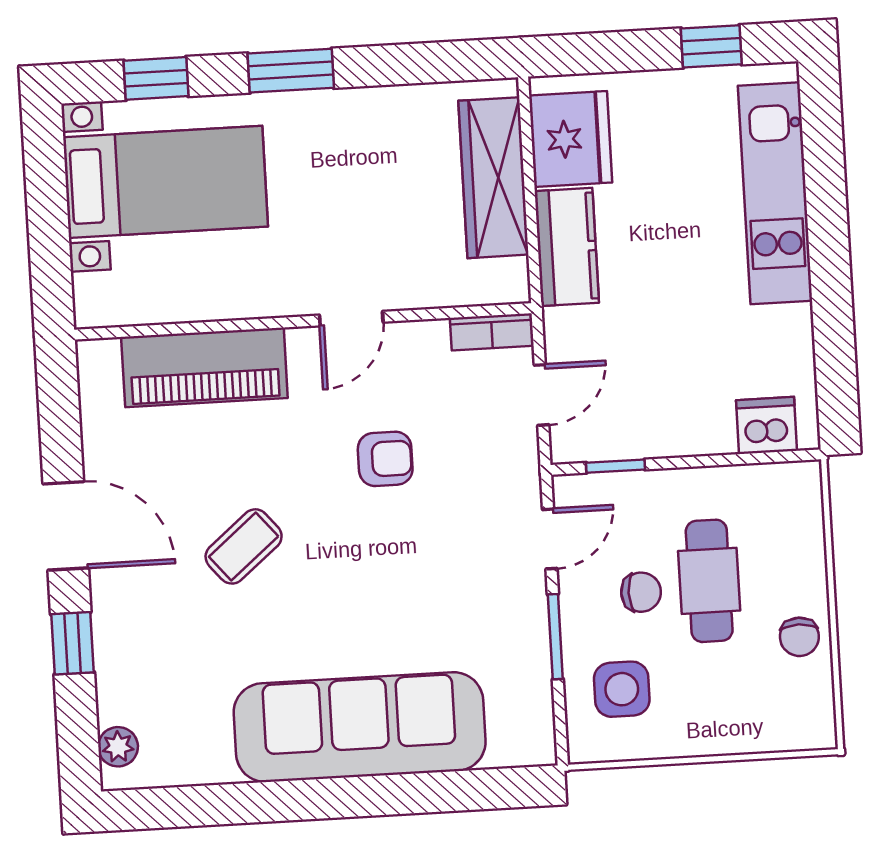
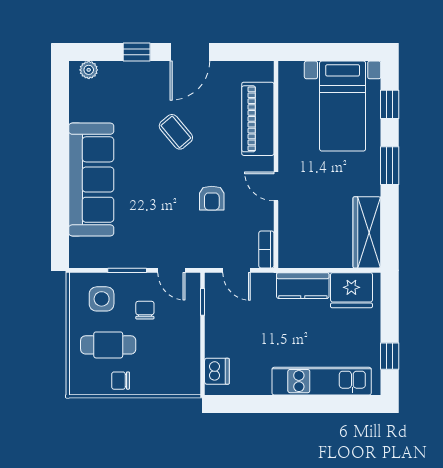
wardrobe: (493, 178) -> (367, 232), moved, turned -90
cafe table: (709, 581) -> (108, 345), moved
chair: (641, 592) -> (145, 310), turned 180

